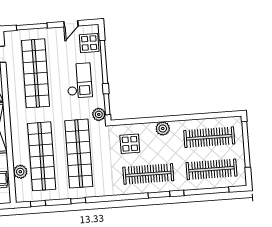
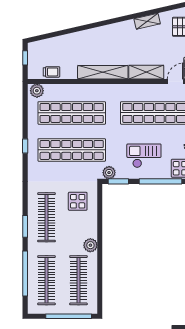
checkout: (79, 81) -> (144, 156), turned 180
plant: (163, 128) -> (90, 245), moved
plant: (20, 172) -> (37, 91), moved
window: (38, 204) -> (25, 106), removed

